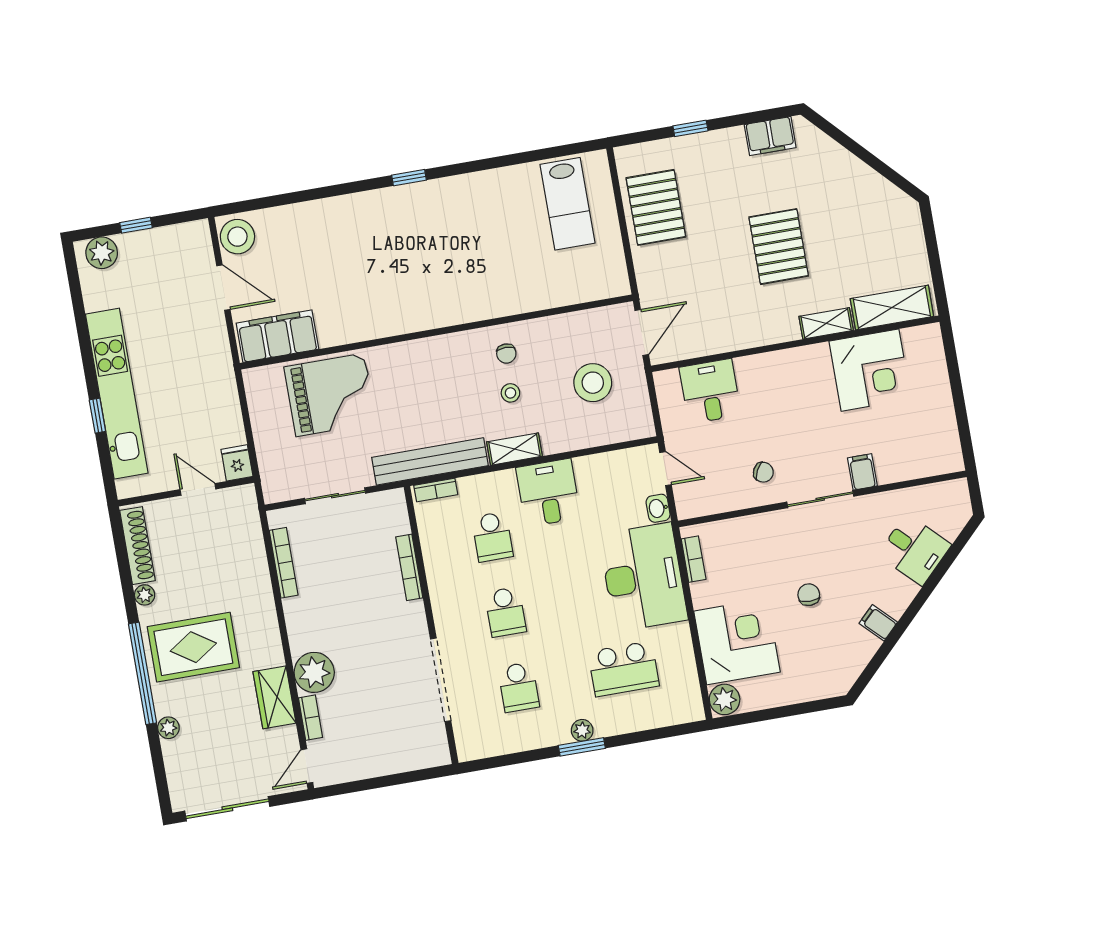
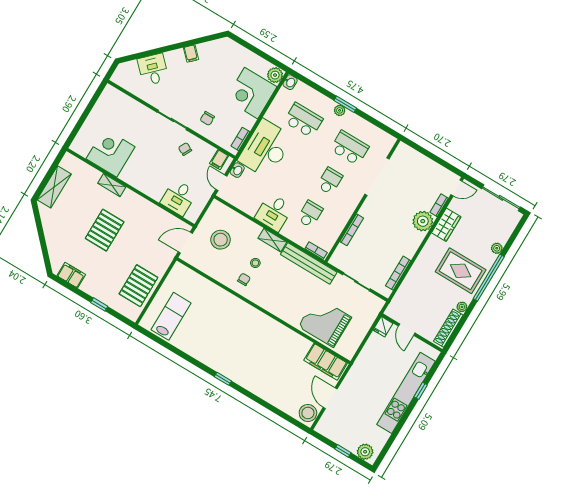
shelving: (892, 307) -> (54, 187), moved, turned 90
filing cabinet: (862, 472) -> (219, 160), moved
chair: (809, 595) -> (207, 118), moved
school desk: (519, 687) -> (350, 148), width x1.85
washbasin: (693, 708) -> (290, 82), added

